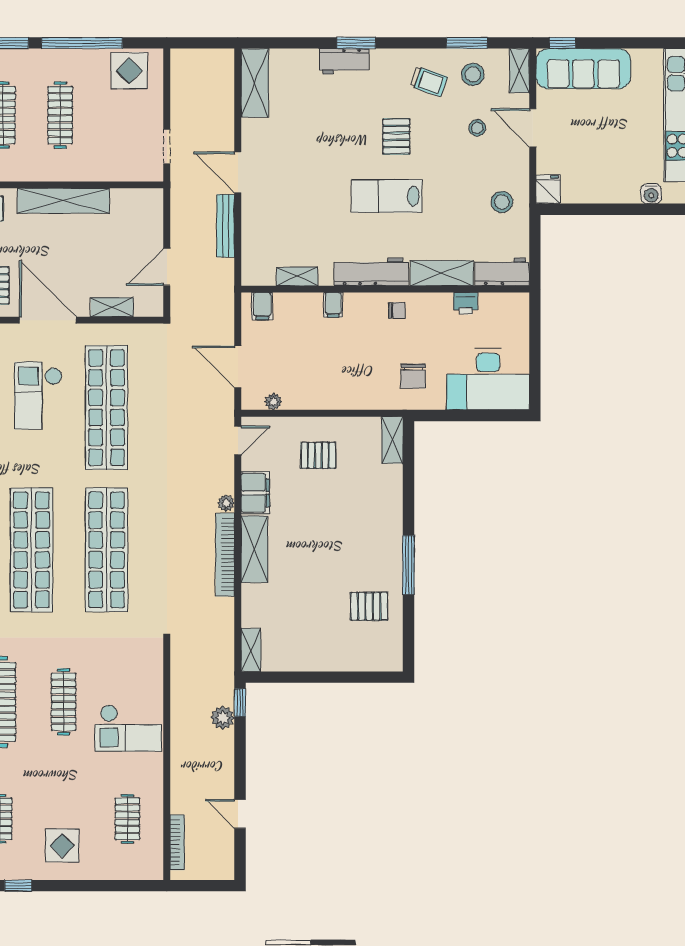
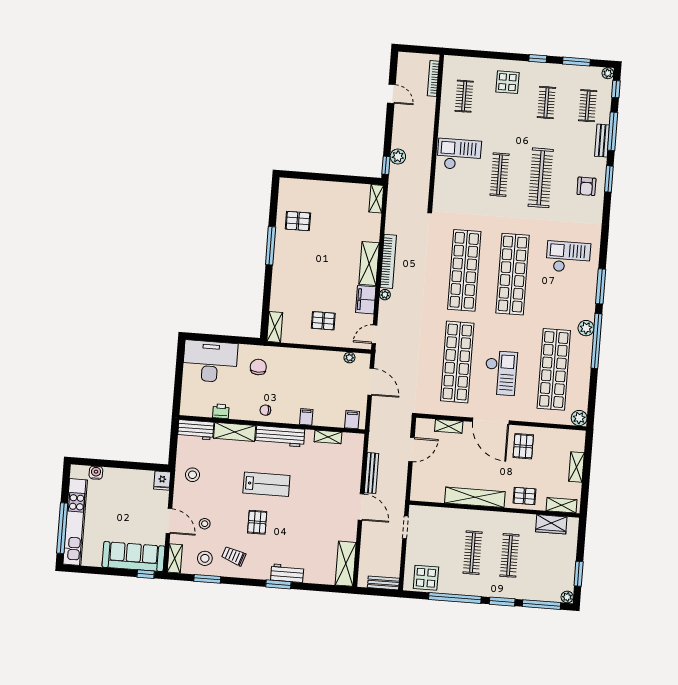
bench: (194, 58) -> (383, 583), added

